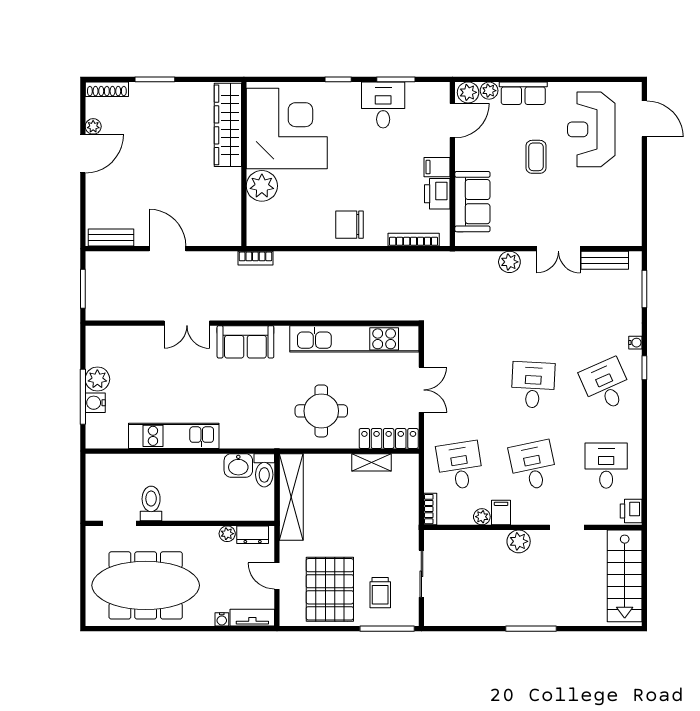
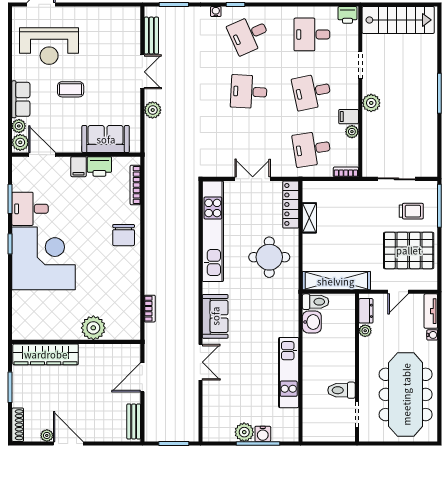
wardrobe: (228, 125) -> (46, 354), moved
corner desk: (287, 128) -> (43, 258), moved, turned 90
wall: (244, 164) -> (76, 342), moved
plant: (262, 186) -> (93, 328), moved

